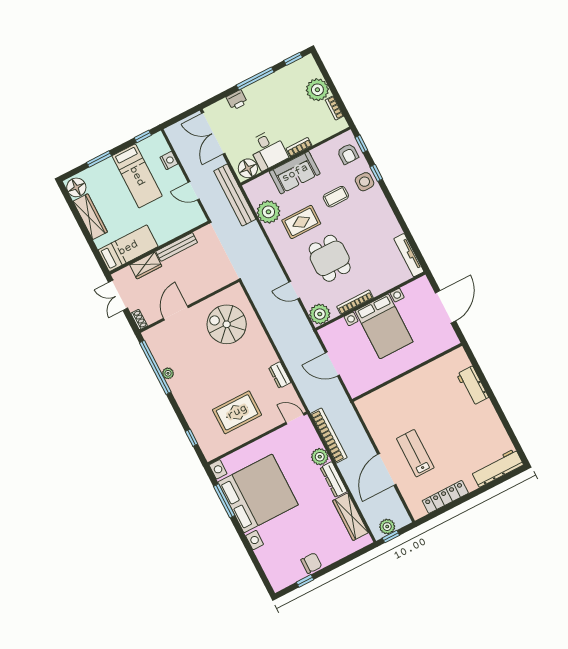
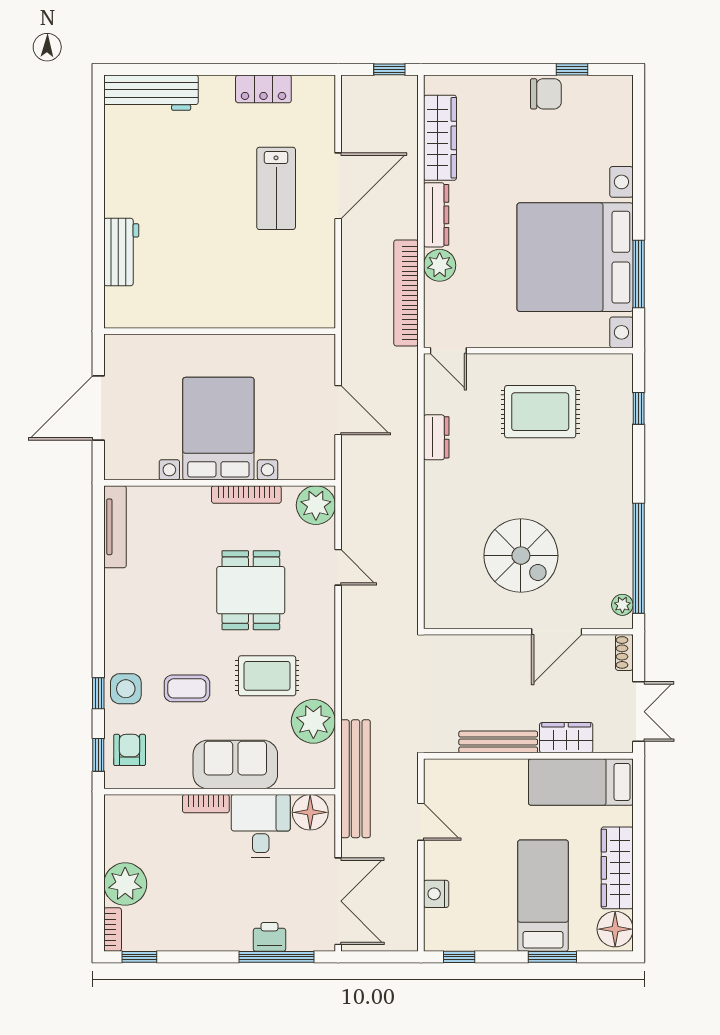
window: (255, 79) -> (277, 957), moved
bookcase: (334, 108) -> (113, 930), moved
bed: (137, 176) -> (543, 896), moved
spiral stairs: (227, 324) -> (521, 556), moved
plant: (168, 373) -> (622, 605), moved
locker: (445, 497) -> (263, 89), width x0.66
plant: (387, 527) -> (387, 90), removed
chair: (311, 563) -> (546, 94), turned 180

